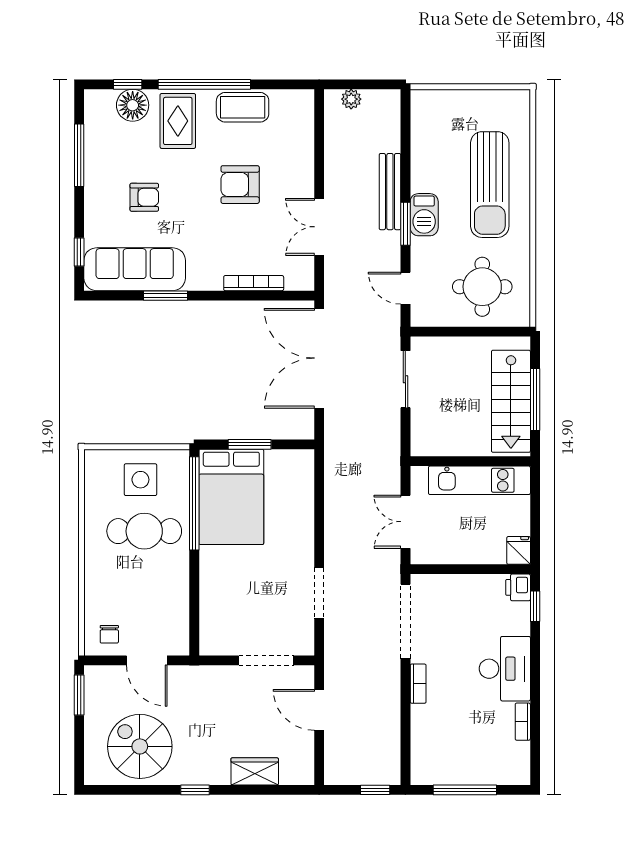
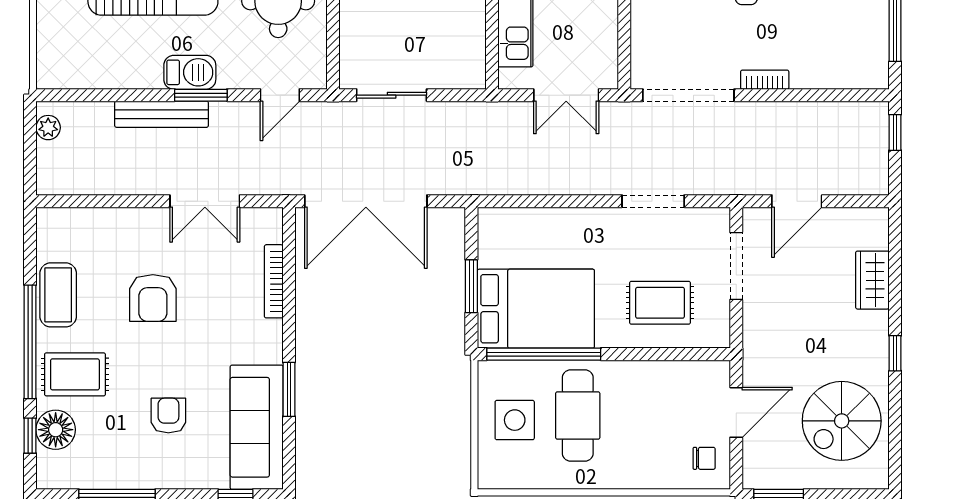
plant: (351, 99) -> (48, 128), moved
rug: (236, 598) -> (660, 303), added

